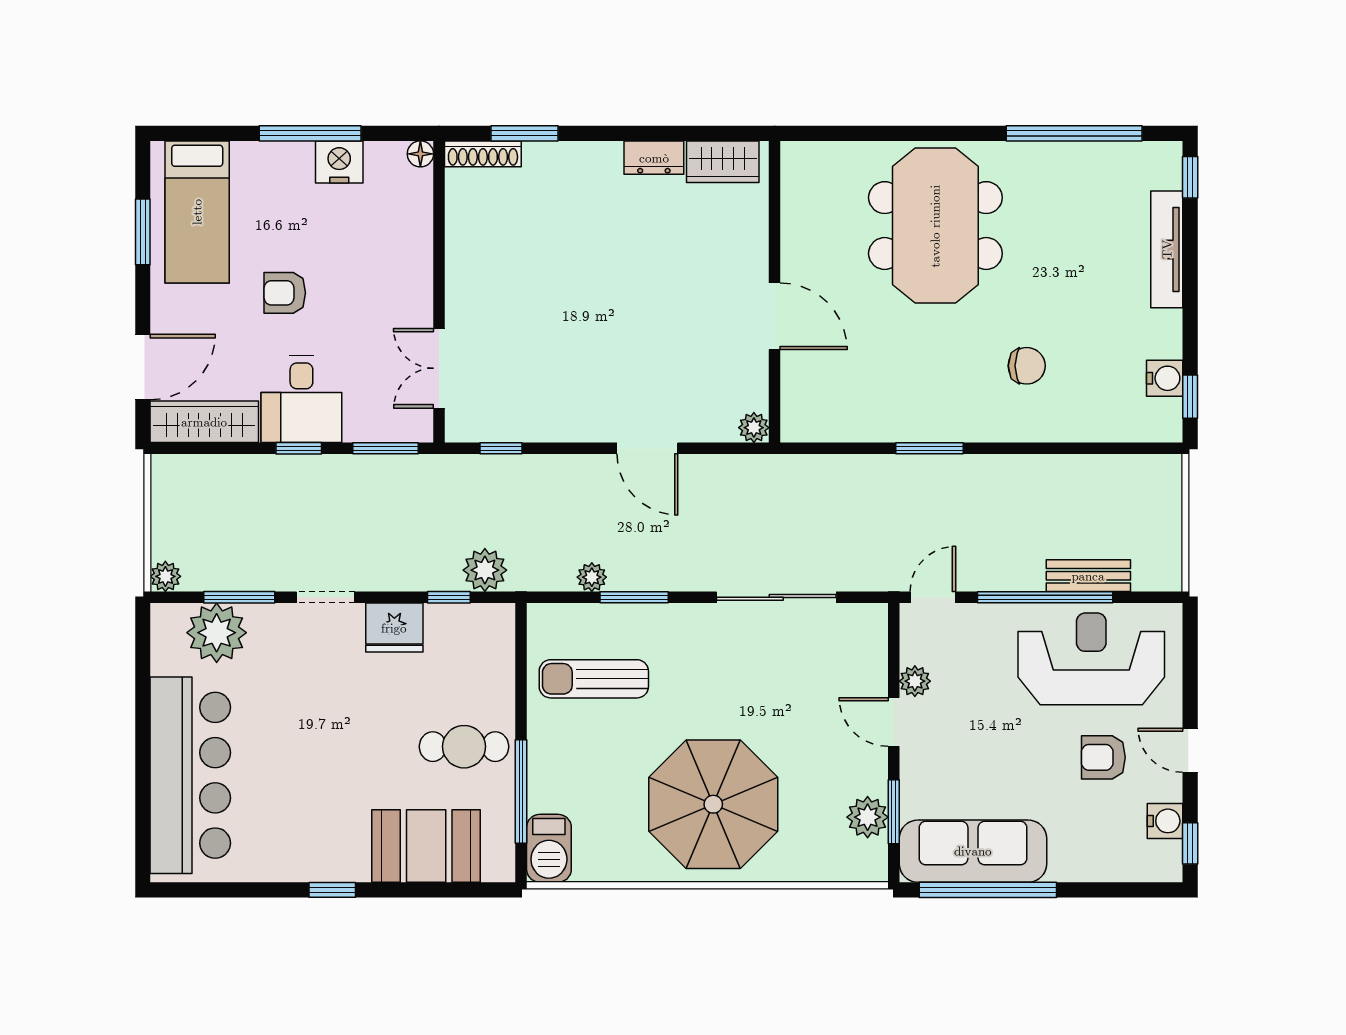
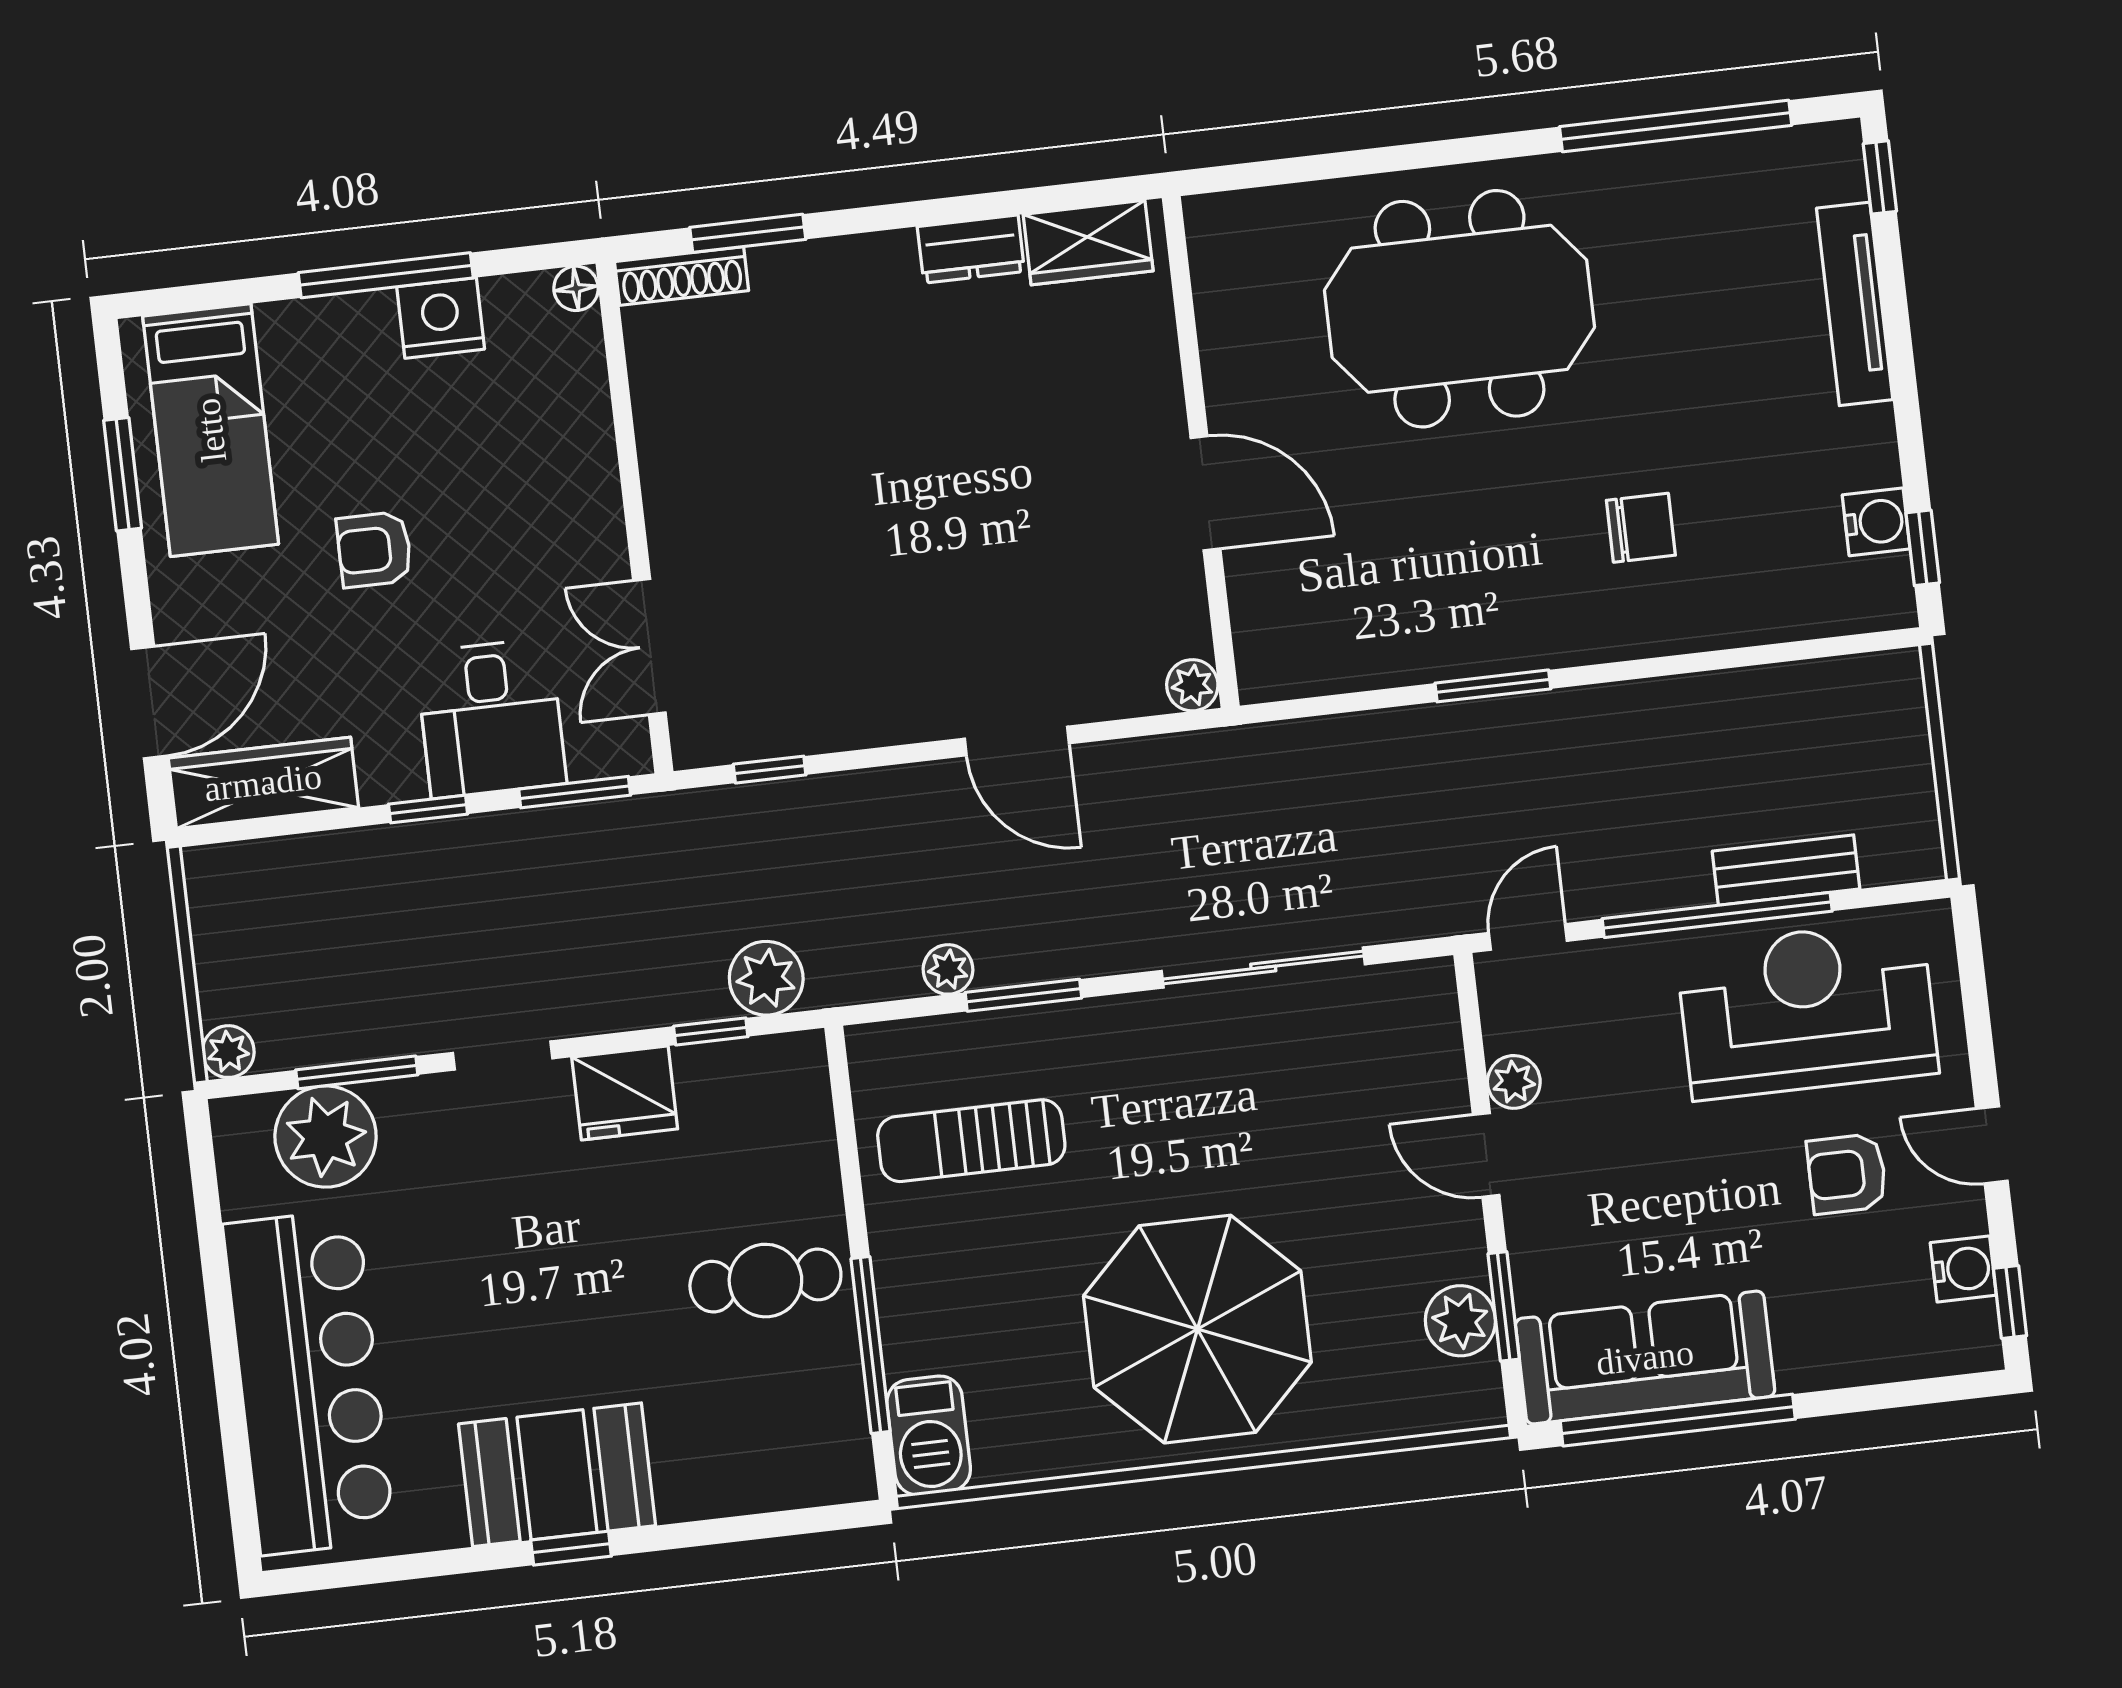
meeting table: (935, 226) -> (1459, 309), turned 90
desk: (301, 399) -> (491, 718), moved
booth: (426, 846) -> (557, 1475), moved

